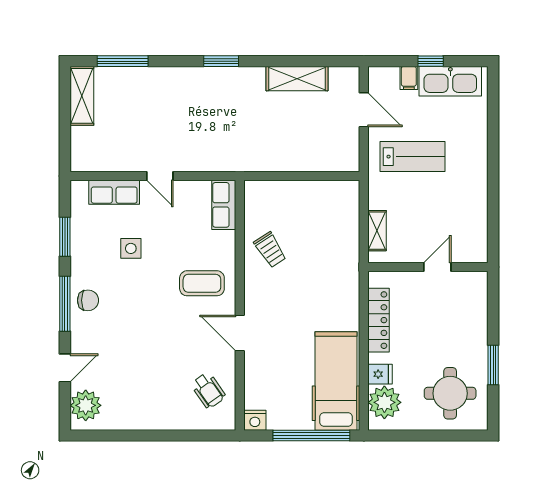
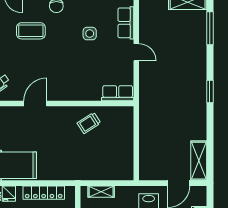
shelving: (297, 79) -> (199, 161), moved
door: (160, 176) -> (136, 52), swing flipped
coffee table: (202, 283) -> (31, 31), moved, turned 90

